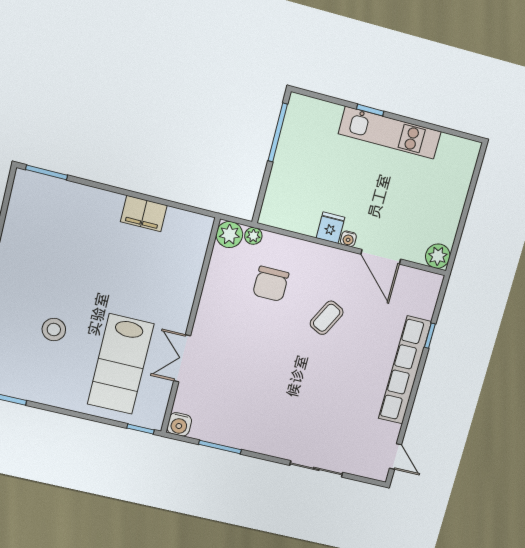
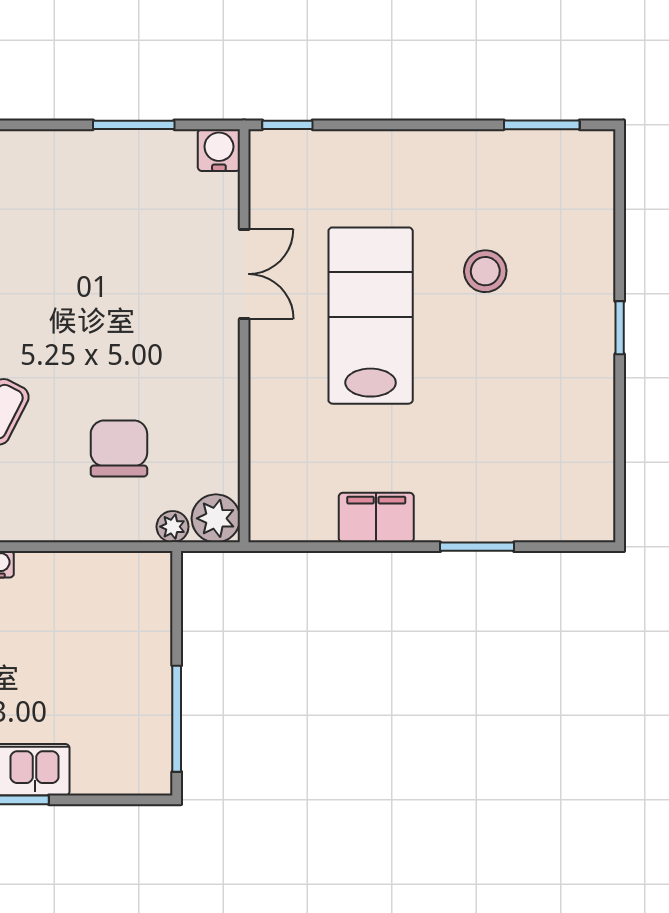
window: (47, 172) -> (477, 547), moved
fridge: (330, 228) -> (38, 576), removed
lab bench: (121, 364) -> (371, 316), moved

